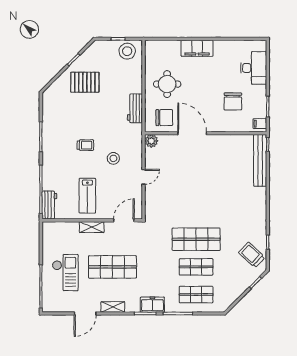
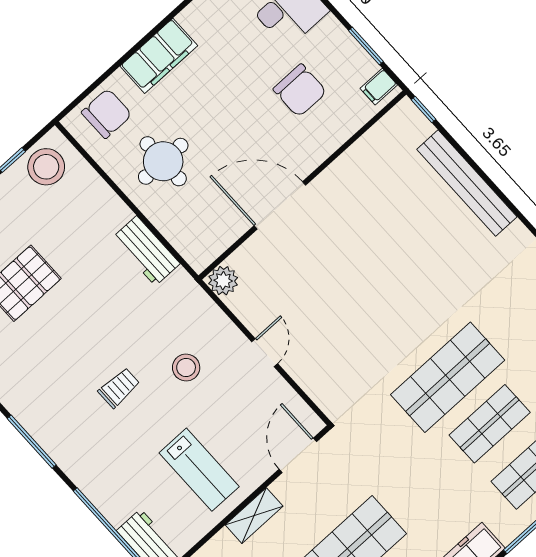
chair: (164, 118) -> (107, 114), moved
bench: (260, 160) -> (467, 183), moved

